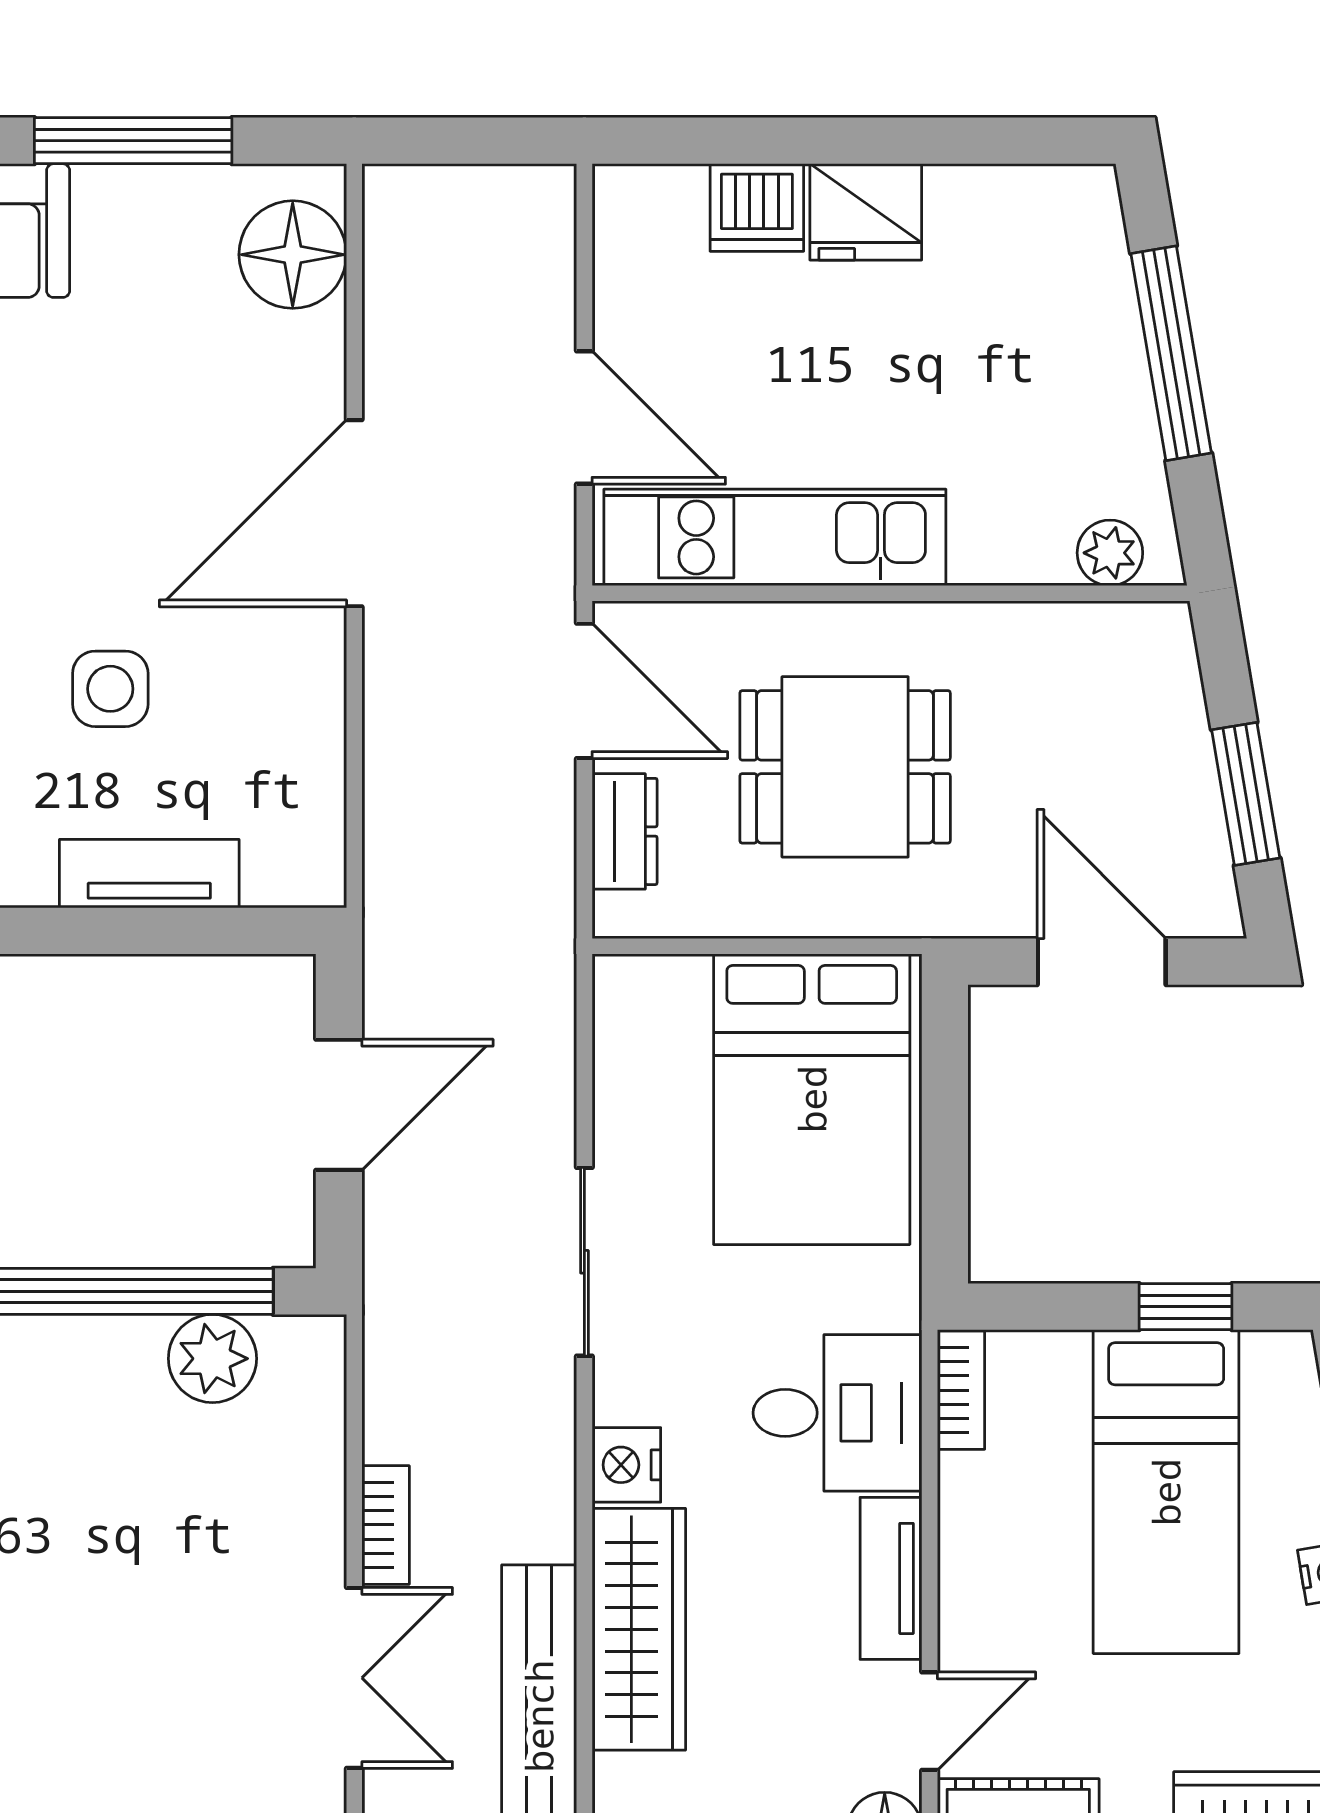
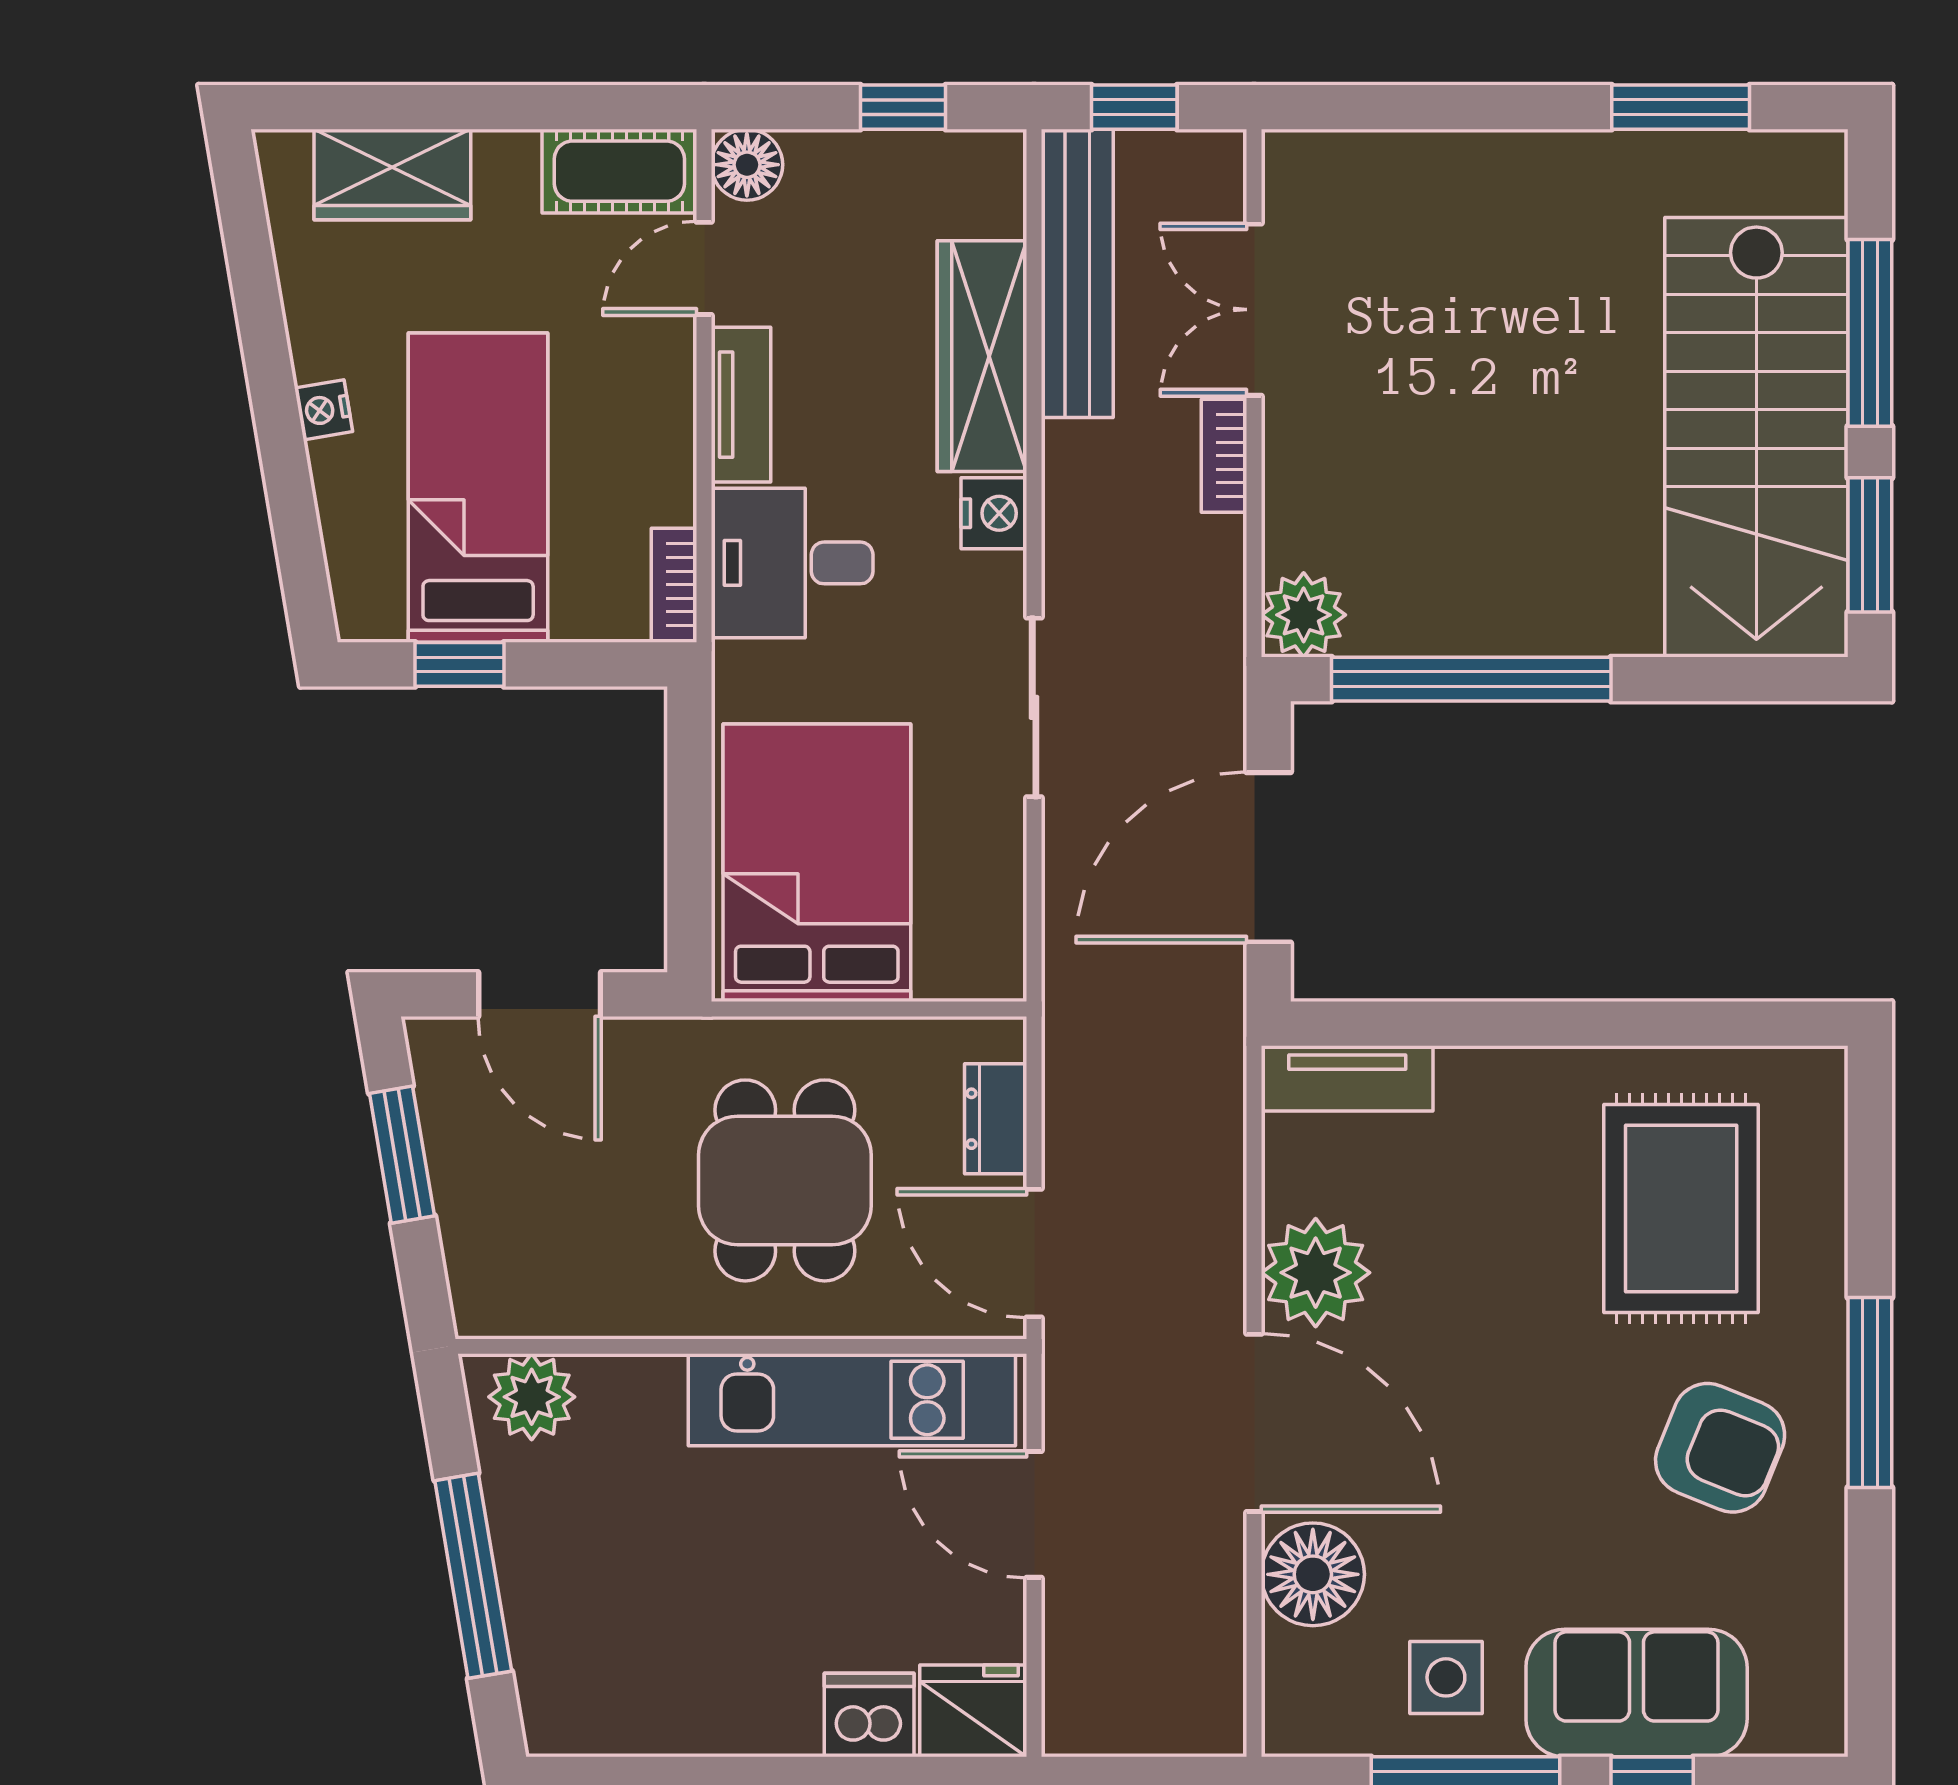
fridge: (866, 212) -> (973, 1711), moved
floor lamp: (293, 255) -> (1313, 1574), moved
door: (354, 513) -> (1254, 1423), hinge flipped
plant: (1110, 553) -> (532, 1397), width x1.38, depth x1.38
plant: (290, 670) -> (1316, 1273), added
side table: (110, 689) -> (1446, 1677), moved
dining table: (845, 767) -> (785, 1180), turned 90
tv unit: (149, 874) -> (1347, 1078), moved
door: (339, 1105) -> (1269, 857), width x1.36
plant: (212, 1359) -> (1304, 615), moved

